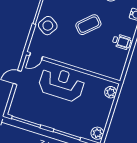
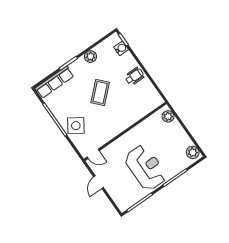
door: (36, 56) -> (93, 154), hinge flipped
reception desk: (61, 84) -> (146, 168), moved, turned 90

